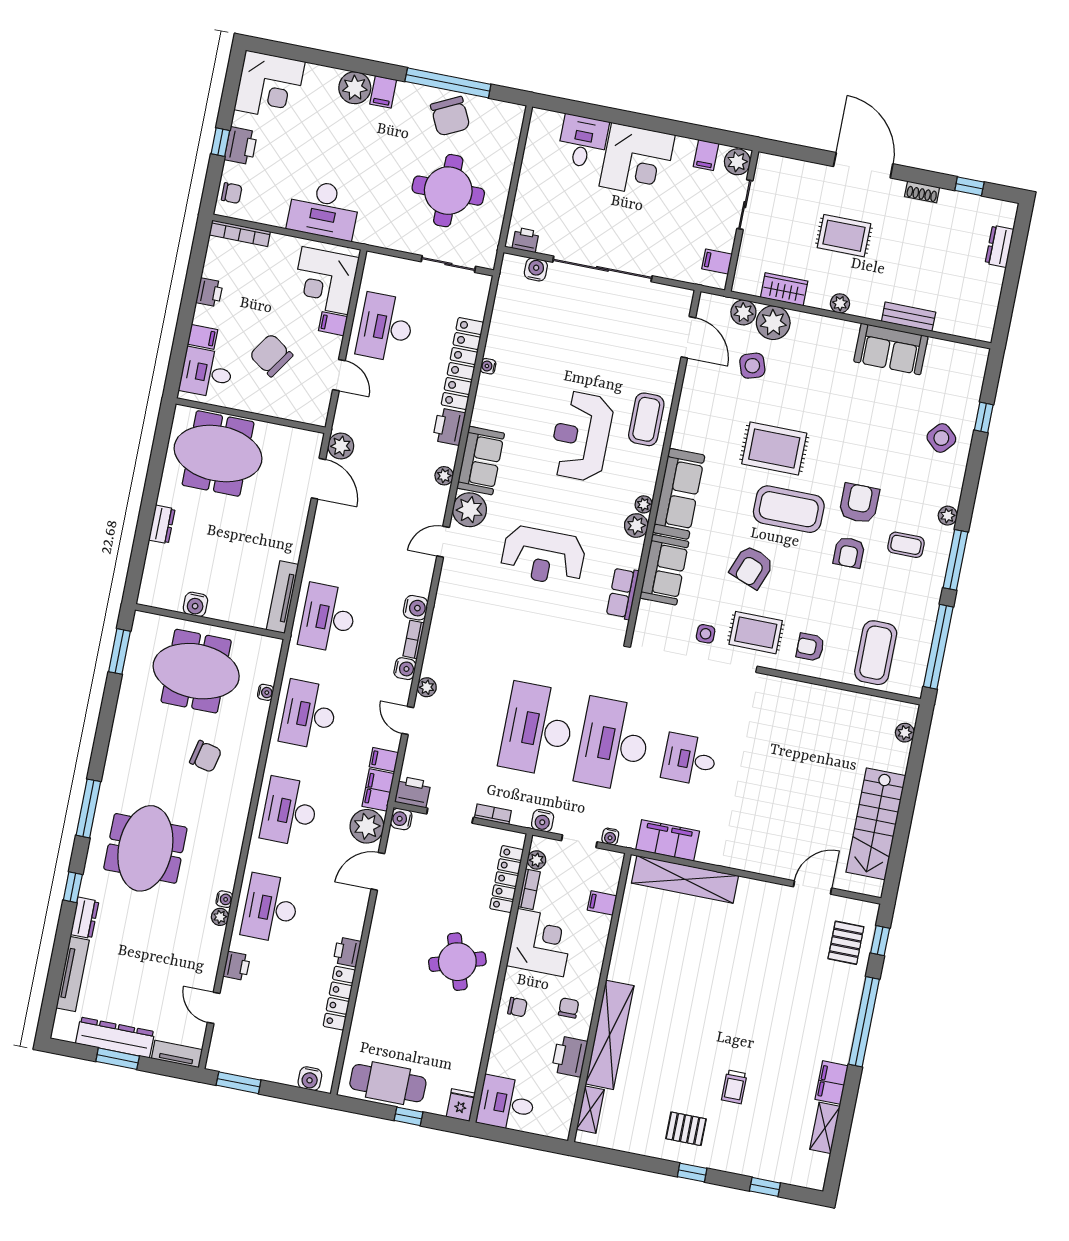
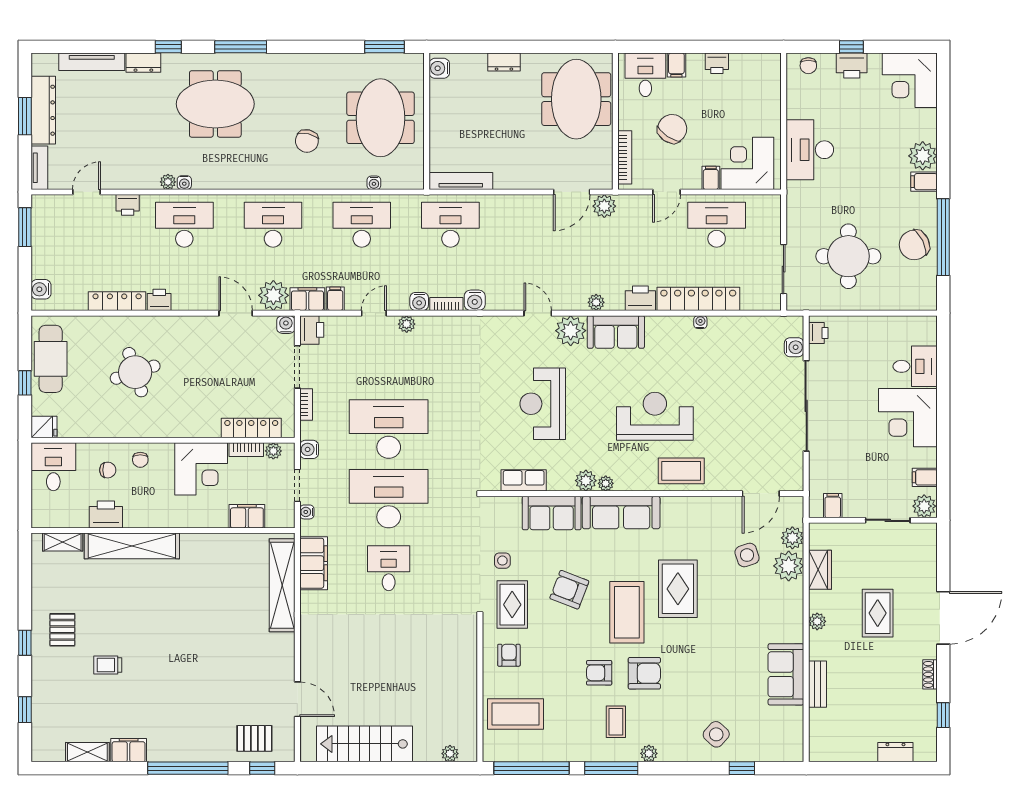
bookcase: (240, 233) -> (625, 157), moved, turned 180
water cooler: (195, 604) -> (439, 68), moved
filing cabinet: (602, 903) -> (247, 516), width x2.00
round table: (457, 962) -> (135, 372), moved
chair: (569, 1008) -> (108, 470), moved

